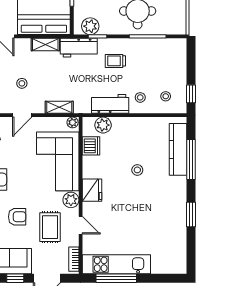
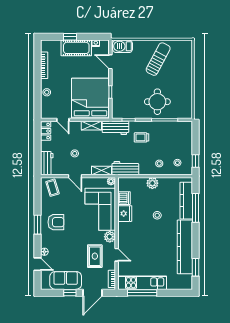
plant: (90, 26) -> (124, 113), removed
workbench: (110, 104) -> (125, 168), moved
door: (22, 115) -> (75, 176), hinge flipped
plant: (103, 125) -> (152, 183), moved
fridge: (92, 190) -> (125, 214), moved
kitchen counter: (176, 214) -> (185, 247), added
window: (191, 215) -> (196, 267), moved
armchair: (17, 217) -> (71, 249), removed

